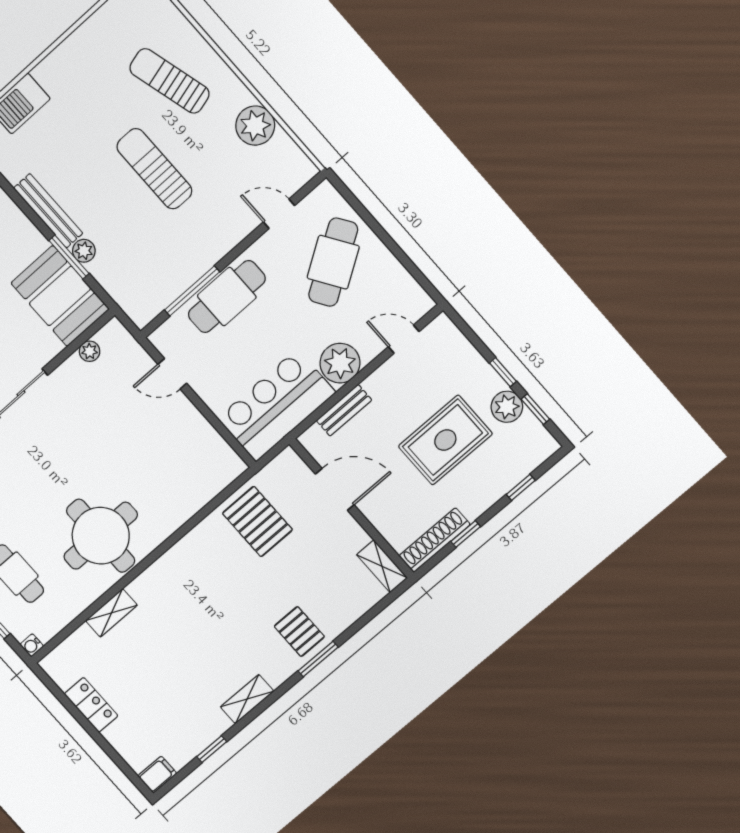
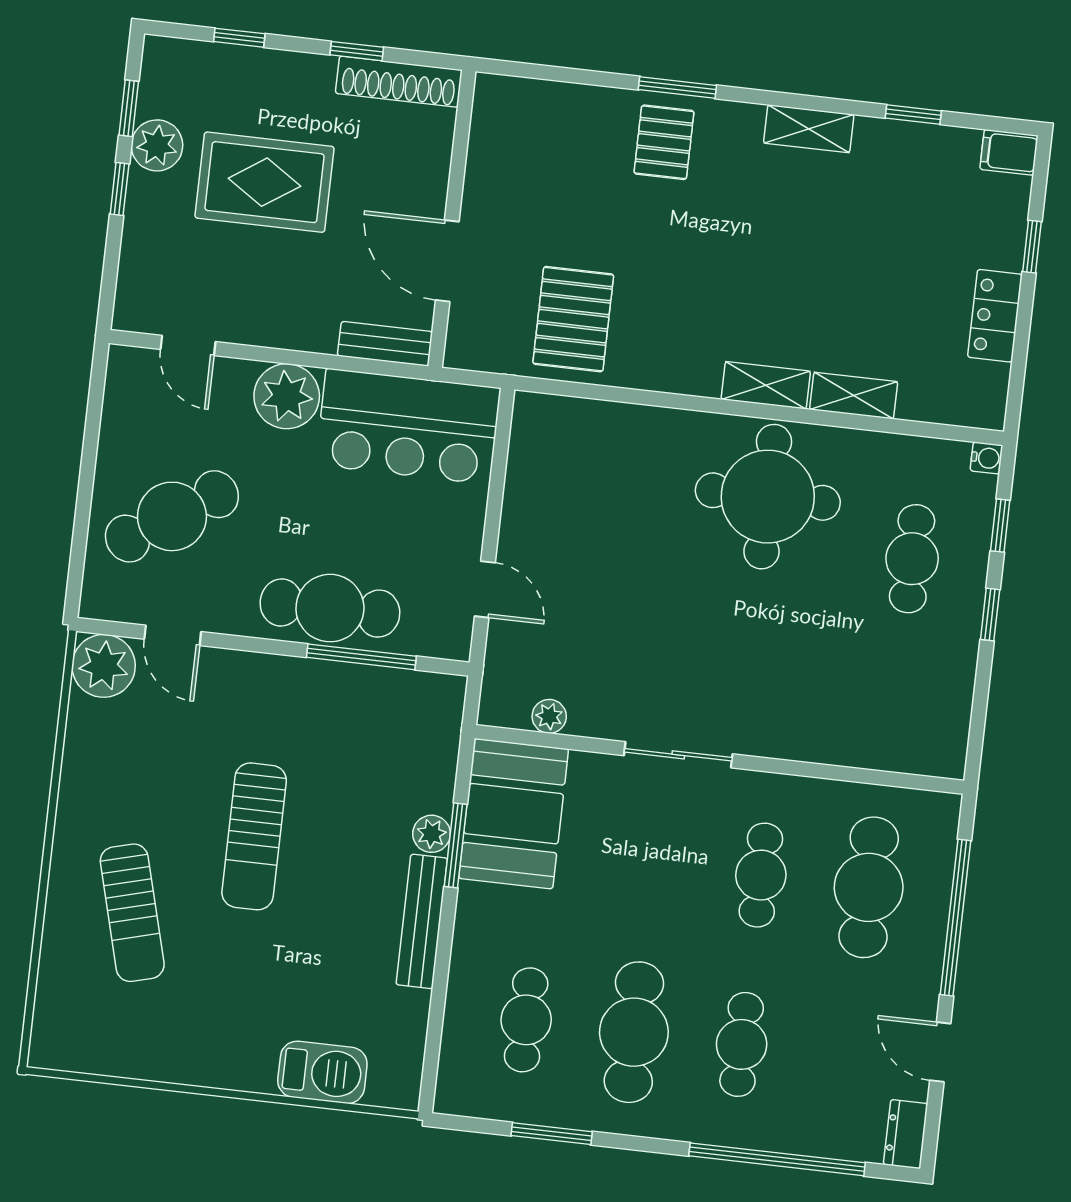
plant: (255, 126) -> (104, 666), moved
bench: (344, 410) -> (385, 344), moved
shelving: (382, 566) -> (766, 385), moved, turned 90
window: (107, 748) -> (1032, 247), added

